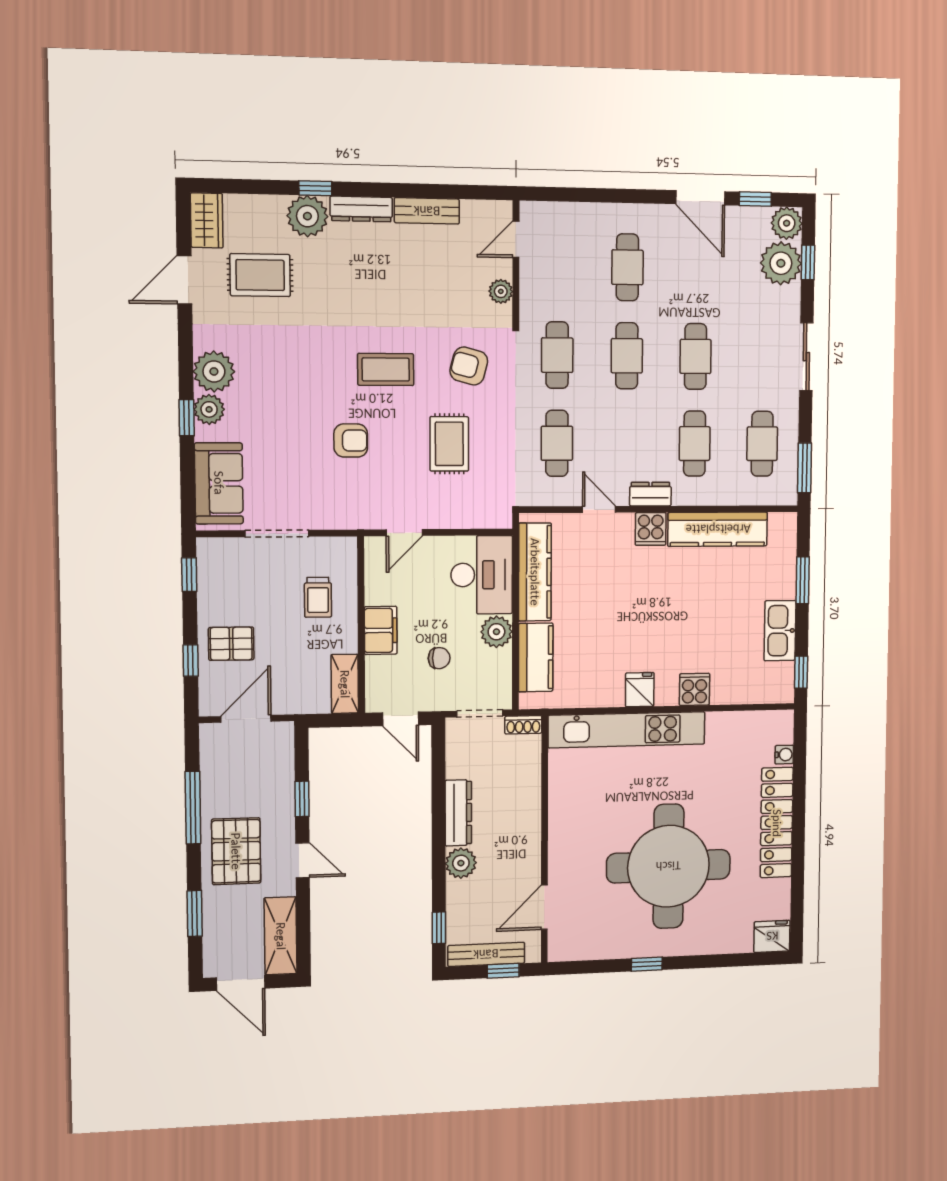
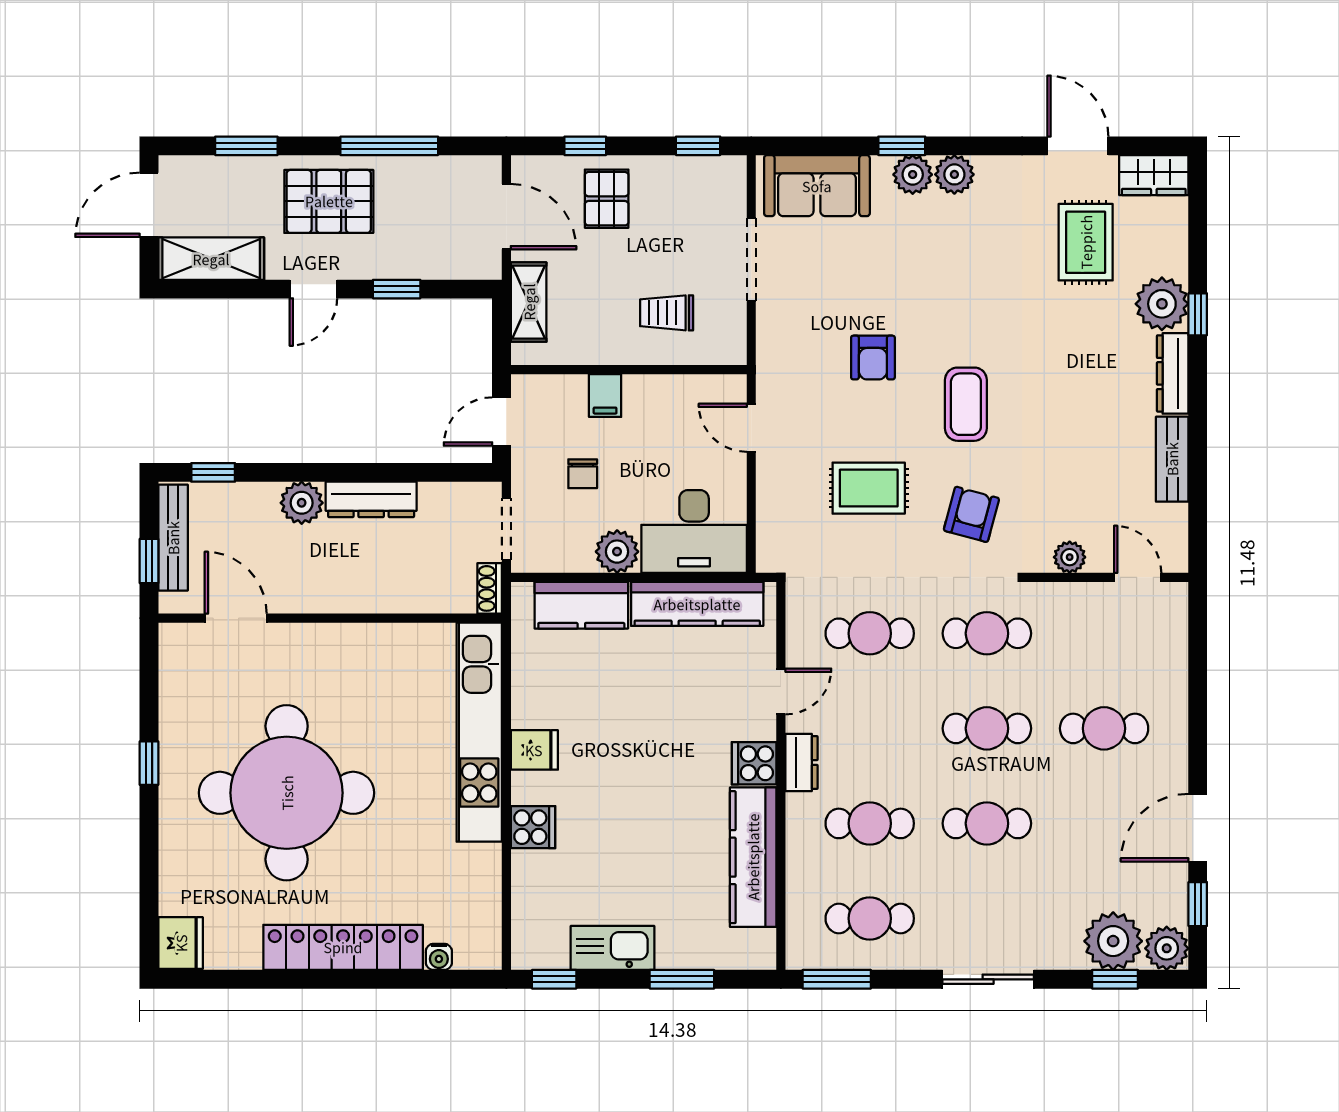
plant: (214, 371) -> (954, 174), width x0.73, depth x0.73
filing cabinet: (381, 630) -> (605, 395), width x0.50
shelving: (345, 684) -> (529, 302), moved, turned 90

